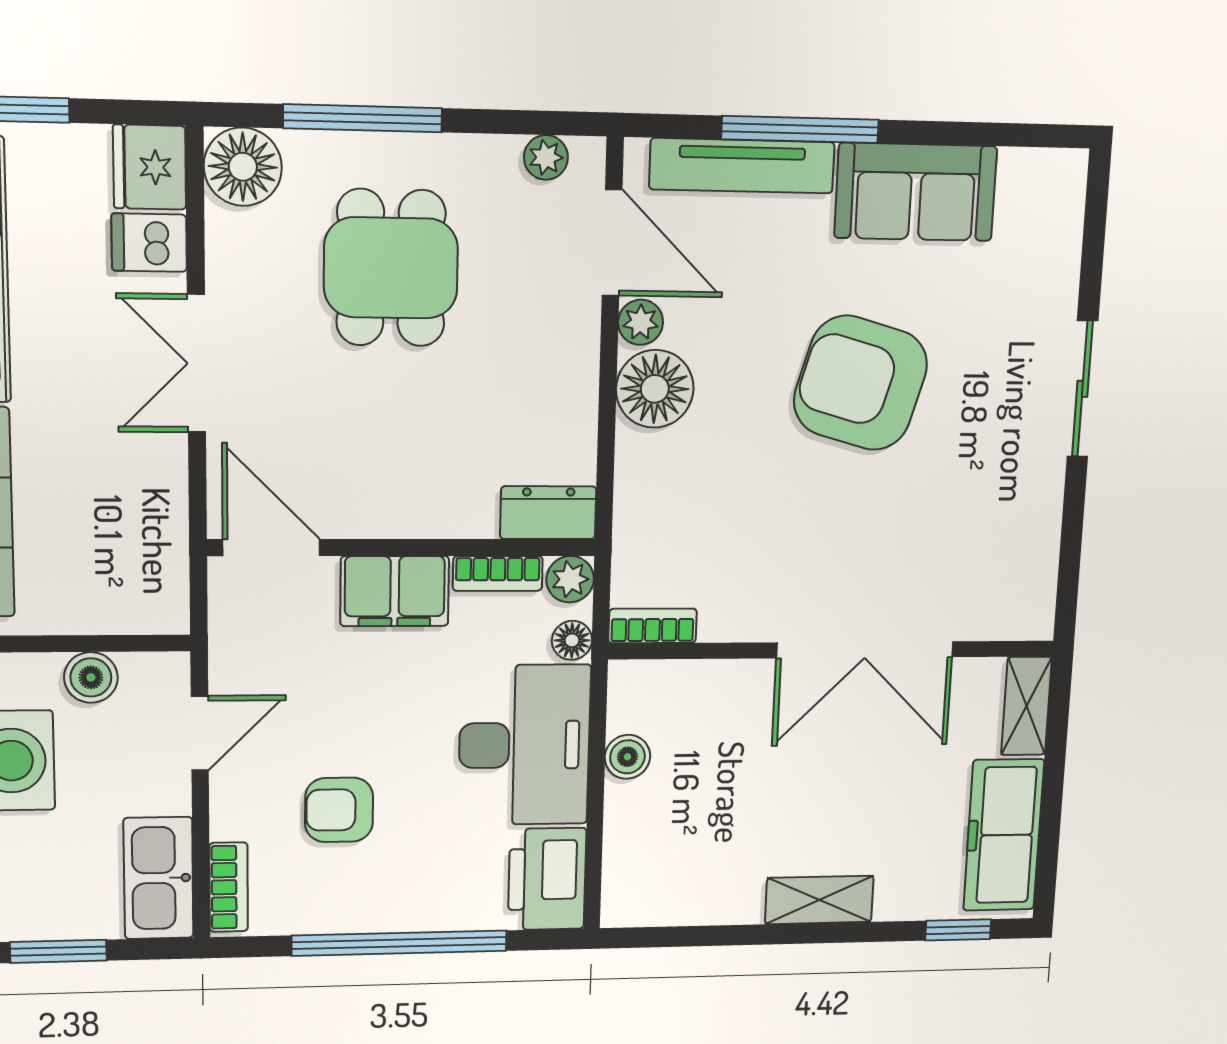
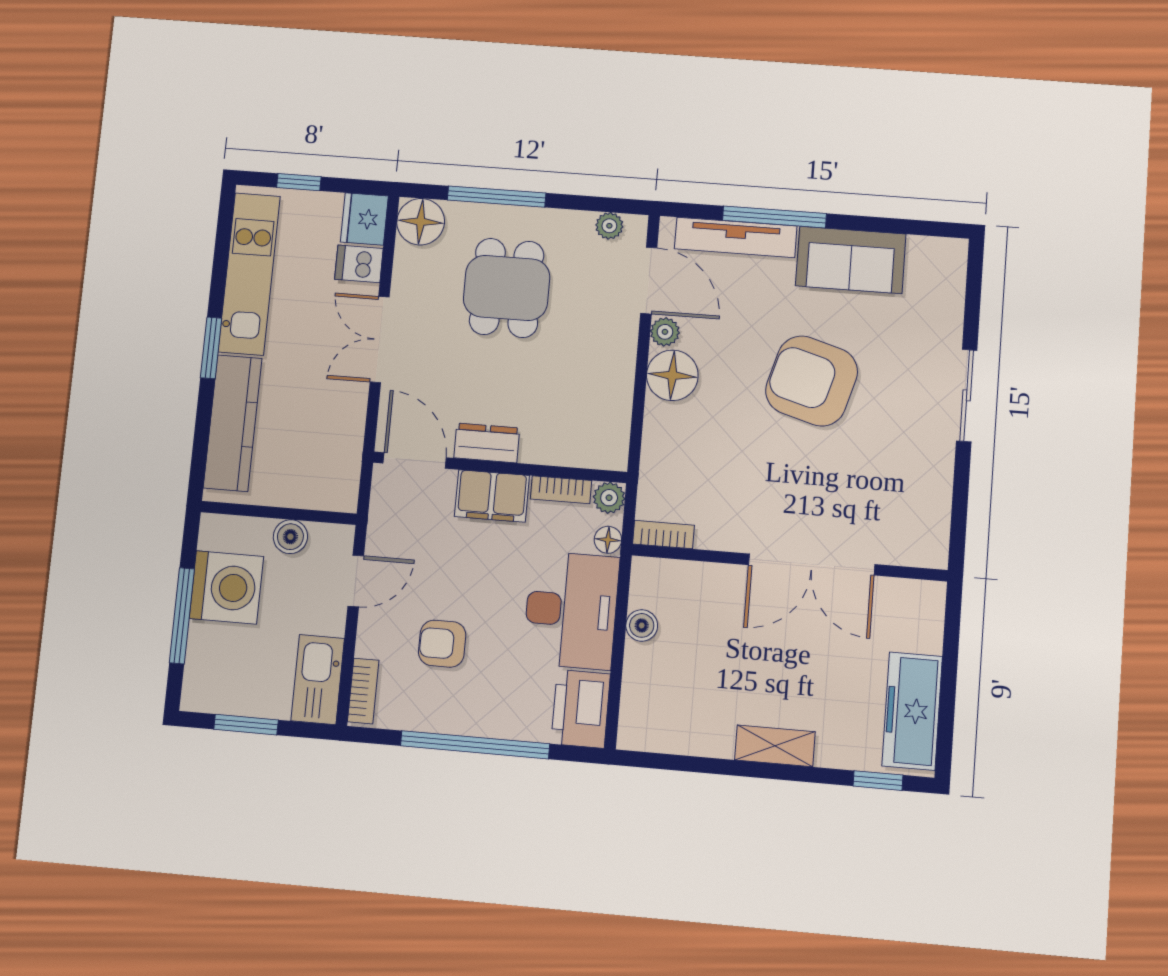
dresser: (548, 513) -> (487, 443), moved
shelving: (1026, 706) -> (929, 616), removed

